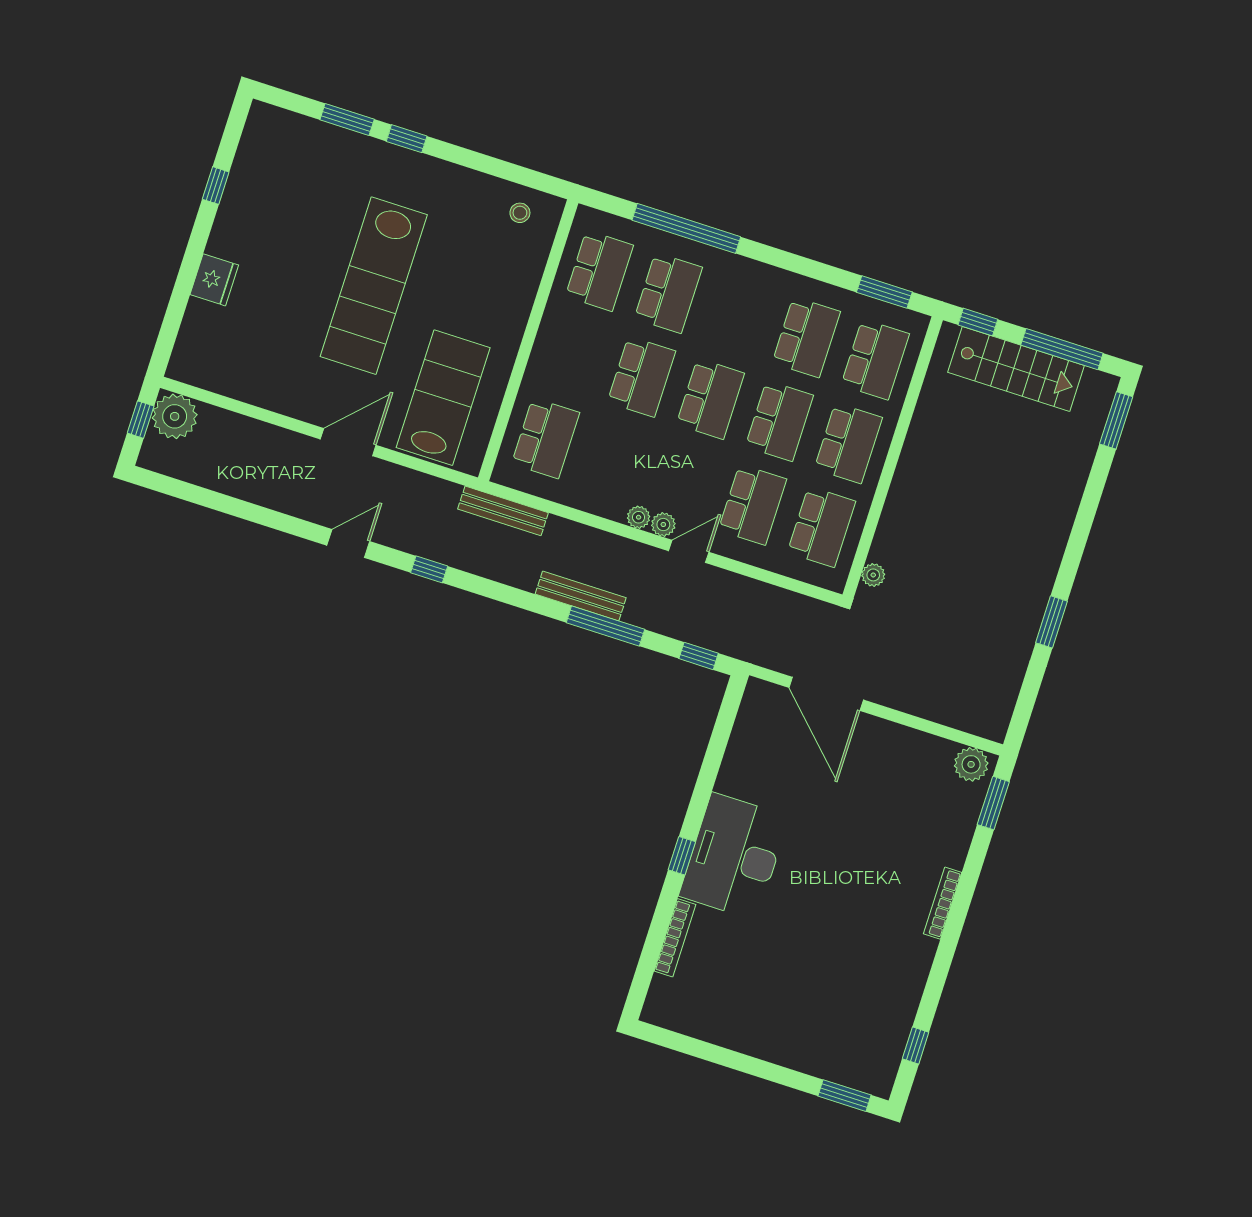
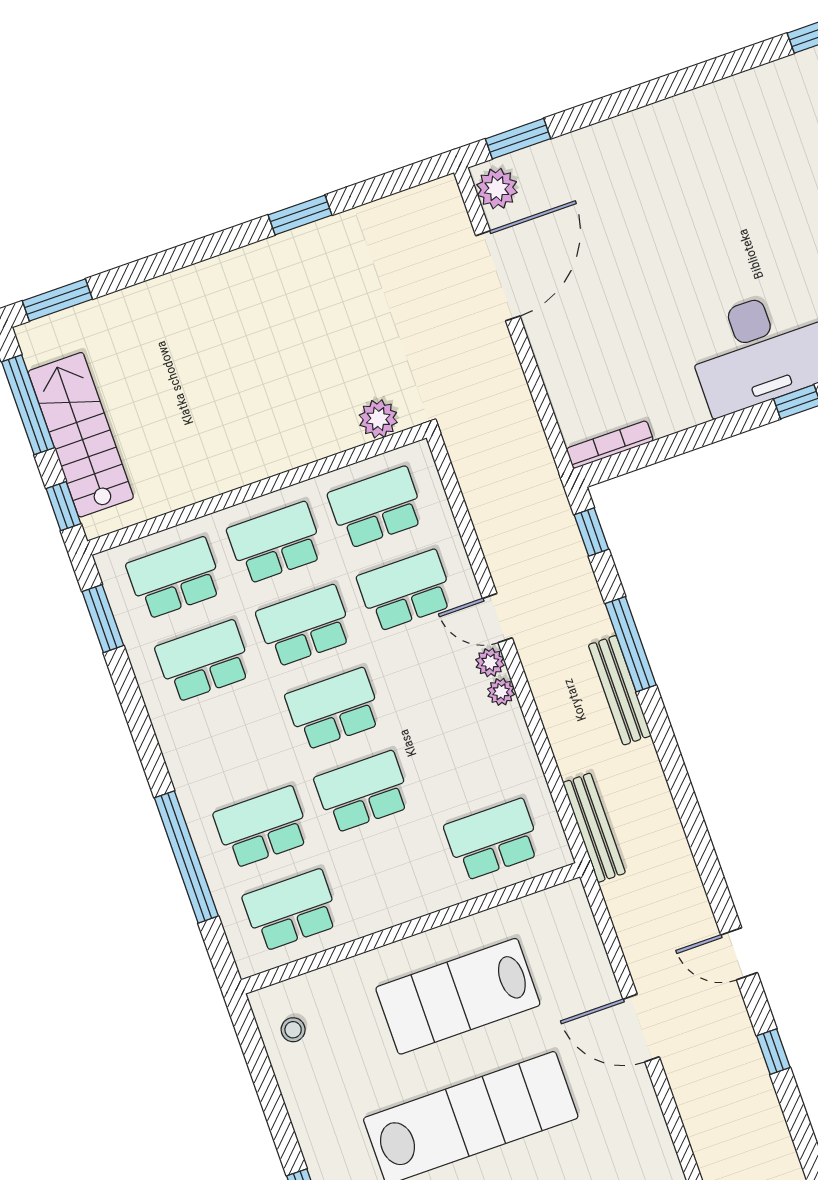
lab bench: (443, 398) -> (458, 996), moved
window: (429, 569) -> (773, 1052), moved
plant: (873, 575) -> (378, 419), width x1.38, depth x1.38
door: (826, 694) -> (498, 276), moved
bookcase: (943, 903) -> (610, 445), moved, turned 180

